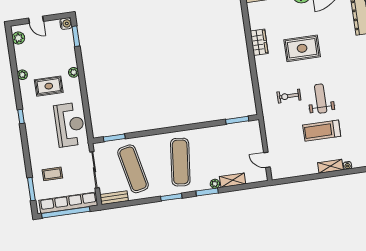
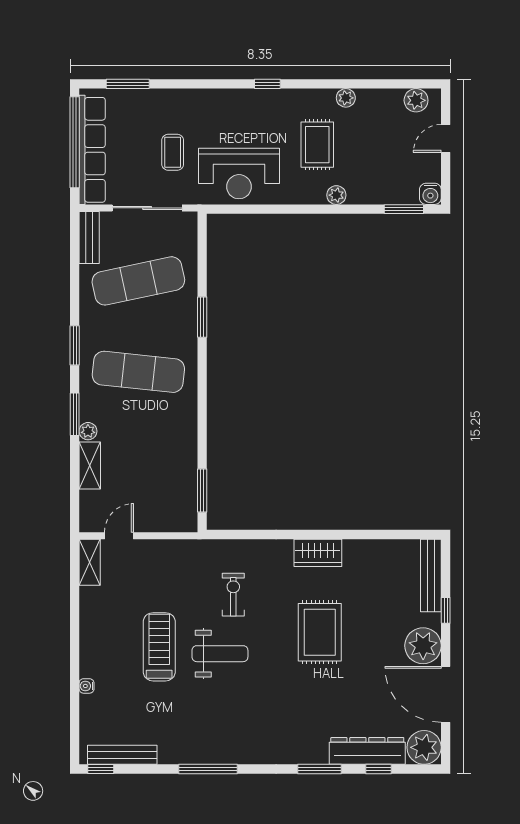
wardrobe: (259, 42) -> (318, 553), moved
window: (114, 138) -> (202, 317), moved
shelving: (330, 166) -> (90, 562), moved
coffee table: (52, 174) -> (173, 152), moved

